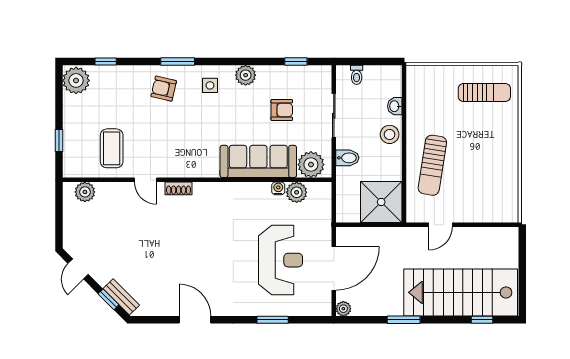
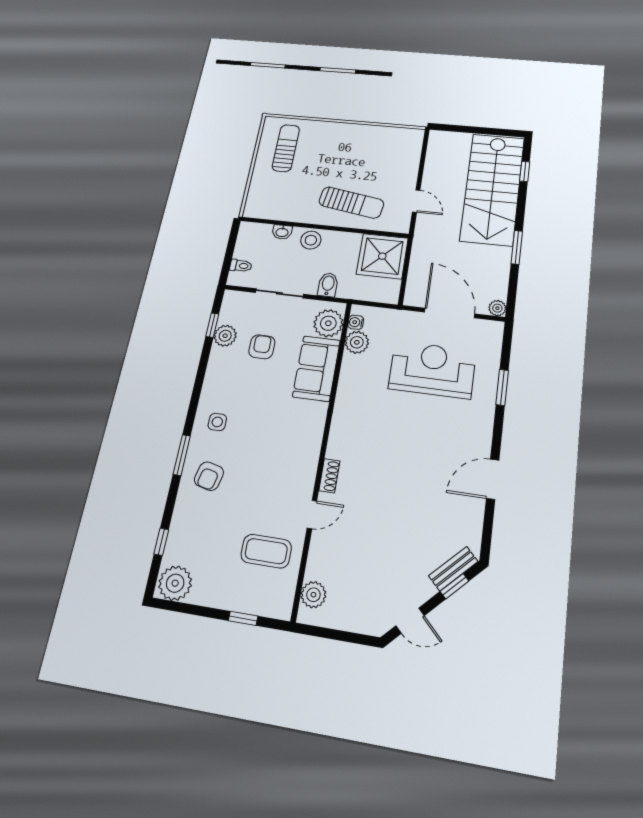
plant: (246, 75) -> (225, 336), moved
sofa: (258, 161) -> (316, 368), width x0.73
water cooler: (278, 188) -> (356, 322), moved

